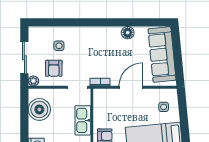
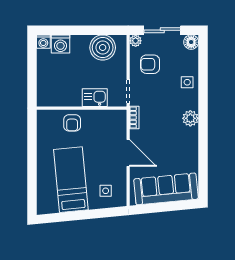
plant: (101, 33) -> (190, 118), added
floor lamp: (128, 33) -> (191, 42), moved
side table: (59, 46) -> (187, 82), moved
kitchen sink: (83, 120) -> (95, 98), width x0.73

